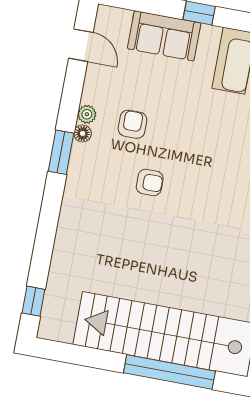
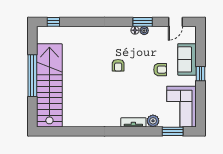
armchair: (132, 124) -> (160, 70), moved
window: (61, 152) -> (143, 22), moved
window: (169, 372) -> (32, 76), moved

